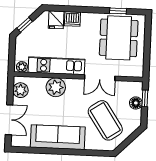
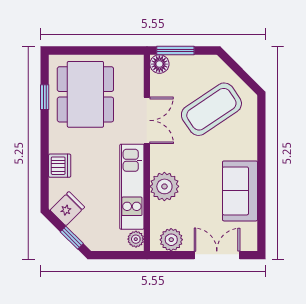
fridge: (56, 20) -> (67, 209), moved, turned -45
dining table: (119, 38) -> (85, 94), turned 90
window: (145, 98) -> (175, 51), width x1.50
floor lamp: (136, 103) -> (159, 64), moved
sofa: (58, 137) -> (240, 191), width x0.73

